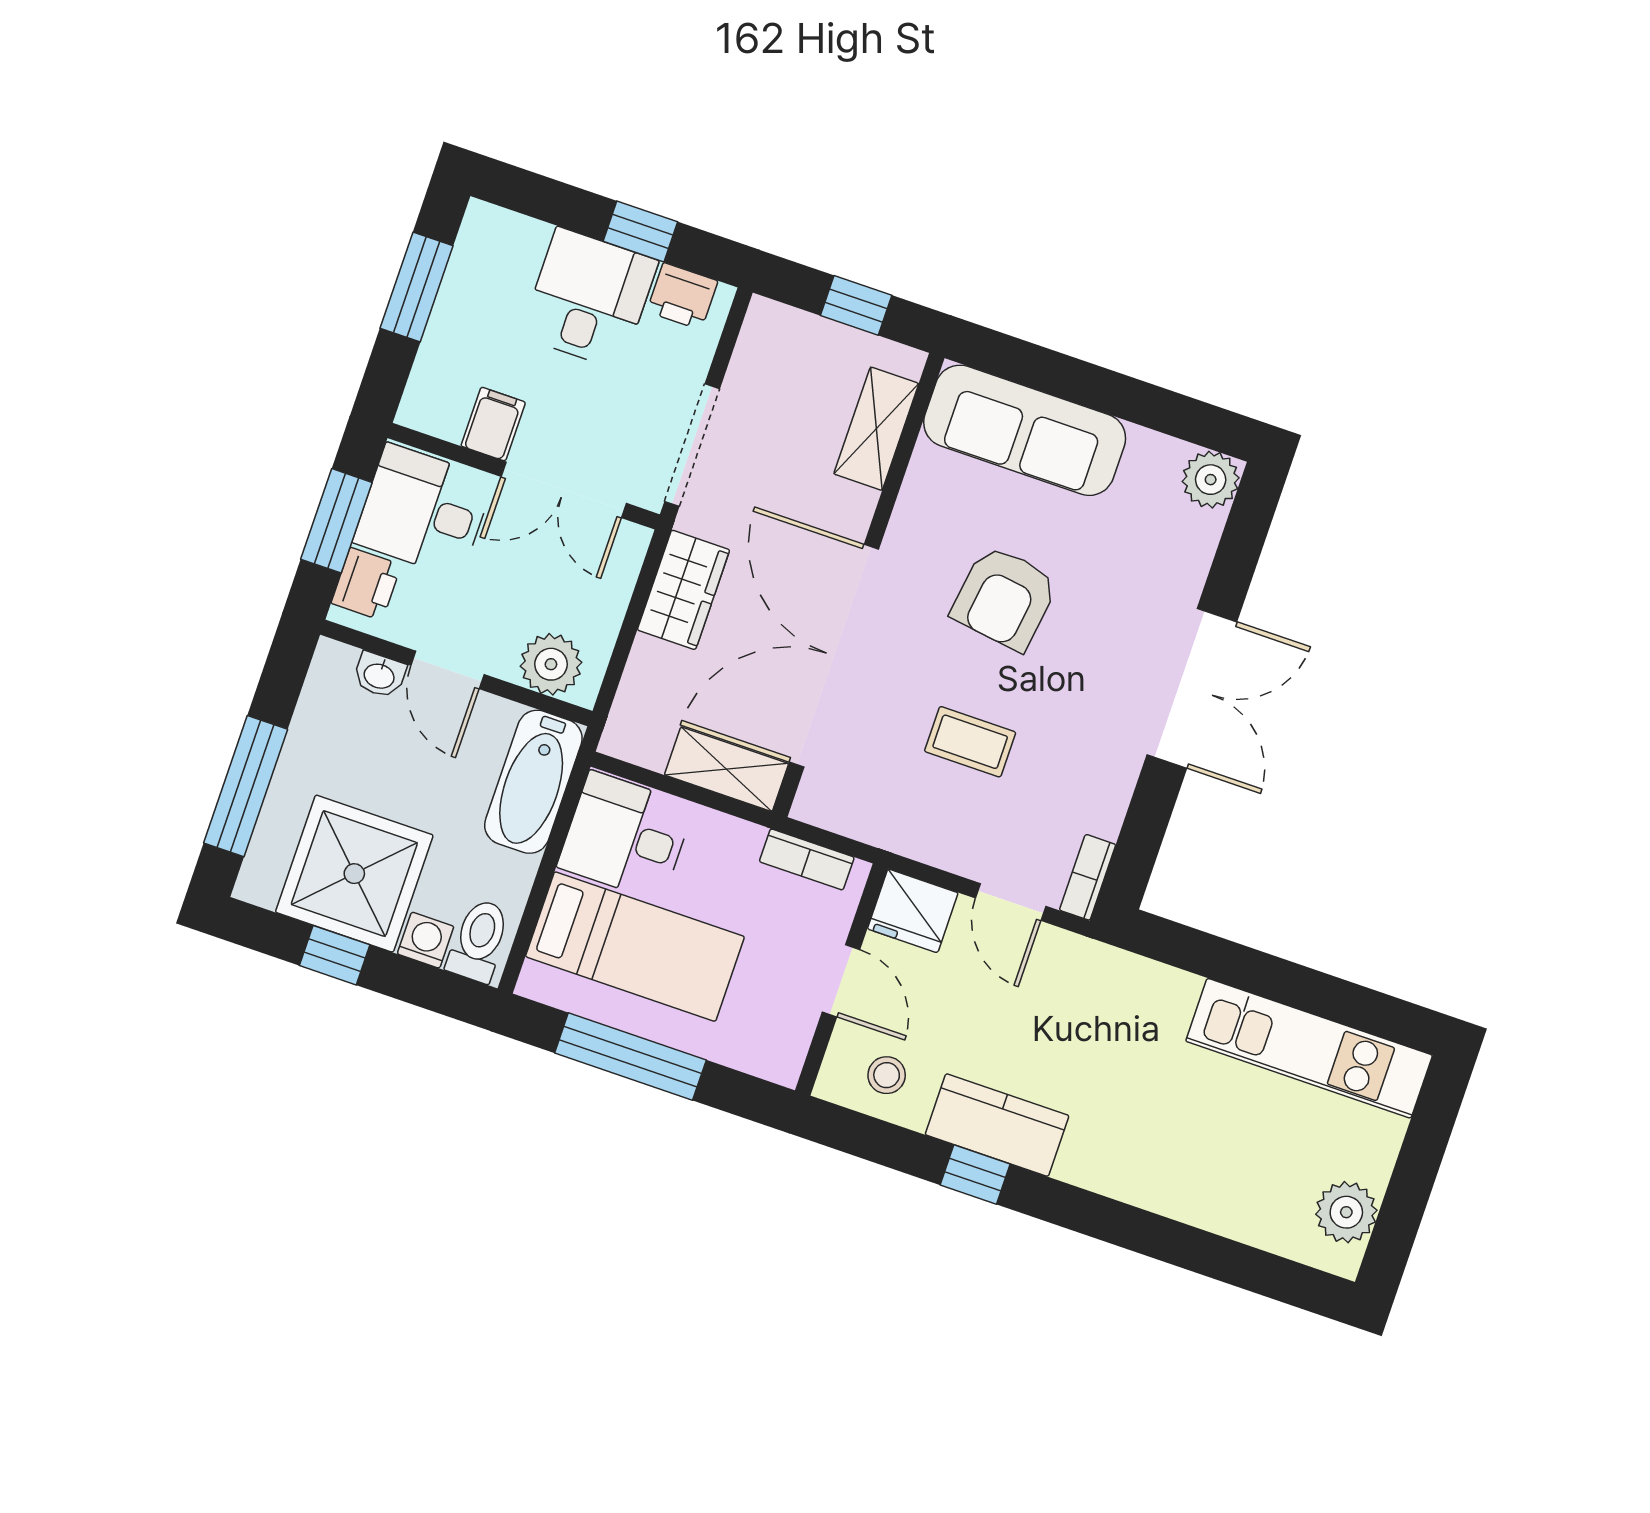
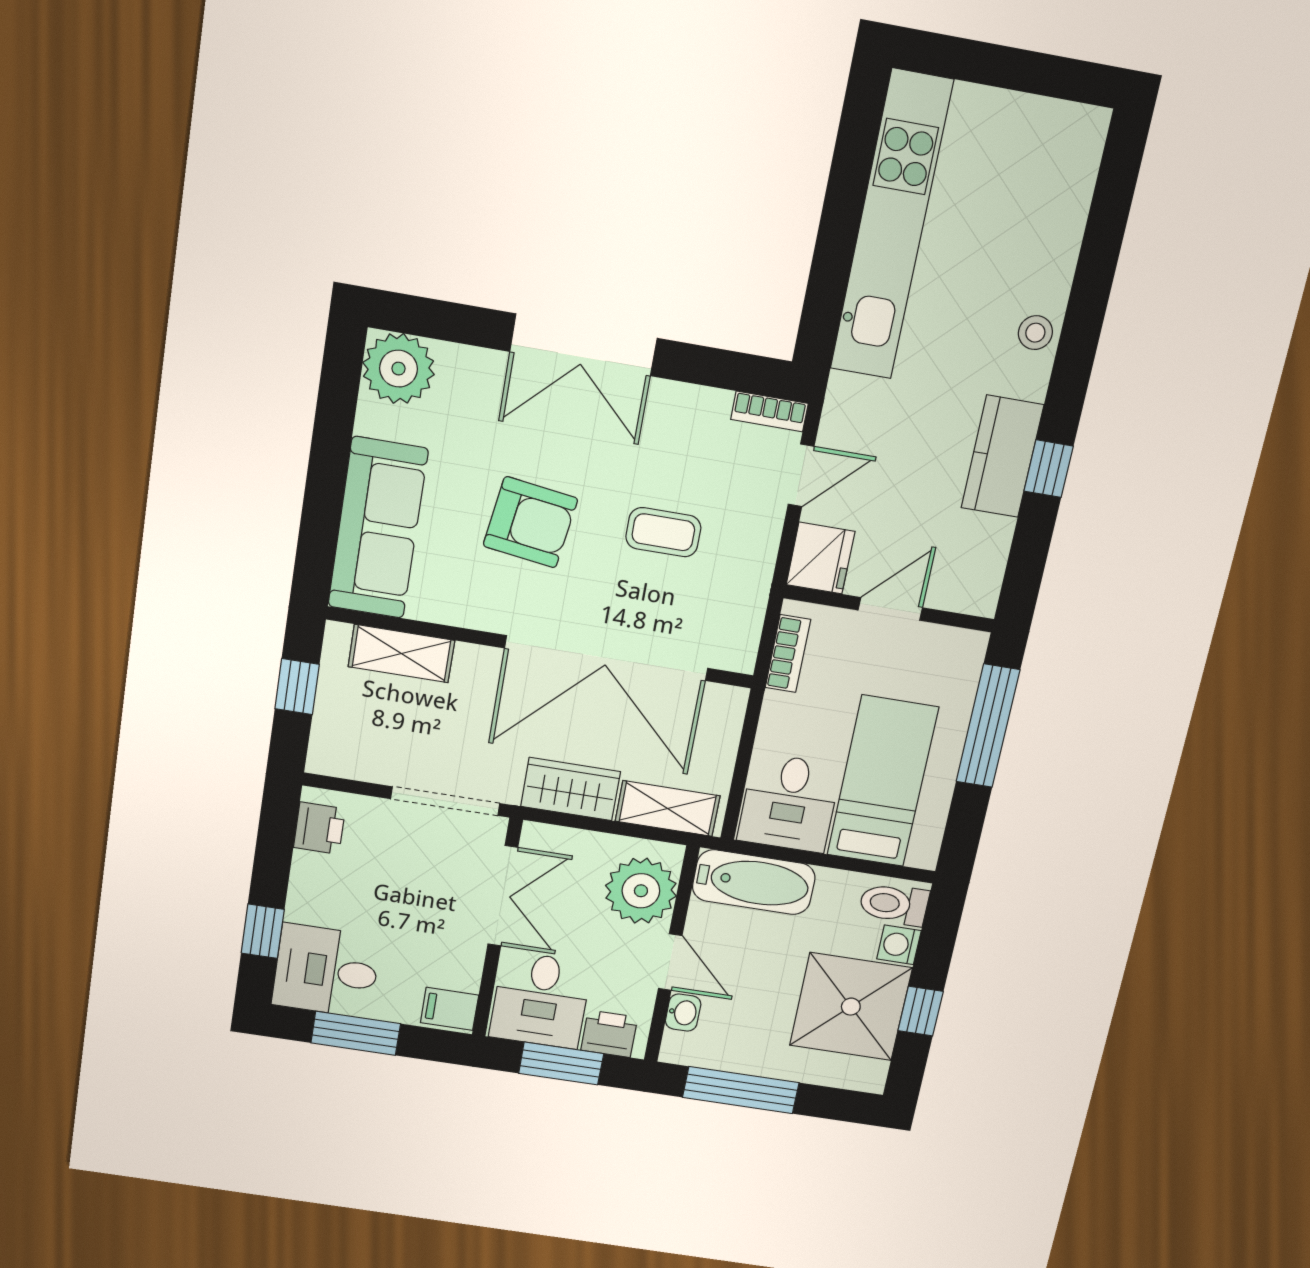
window: (640, 232) -> (263, 931), moved
desk: (589, 298) -> (326, 971), moved
filing cabinet: (493, 424) -> (449, 1009), moved
plant: (1211, 480) -> (398, 369), width x1.36, depth x1.36
plant: (551, 664) -> (641, 891), width x1.36, depth x1.36
door: (447, 670) -> (670, 962), hinge flipped
double door: (1192, 688) -> (584, 345), swing flipped
coffee table: (970, 742) -> (663, 532), turned 90
shelving: (726, 769) -> (668, 809), moved, turned 90
window: (246, 786) -> (741, 1090), moved
kitchen unit: (1309, 1048) -> (891, 226), width x1.36
window: (630, 1056) -> (988, 726), moved
stool: (887, 1075) -> (1035, 333), moved
plant: (1346, 1212) -> (1049, 127), removed

